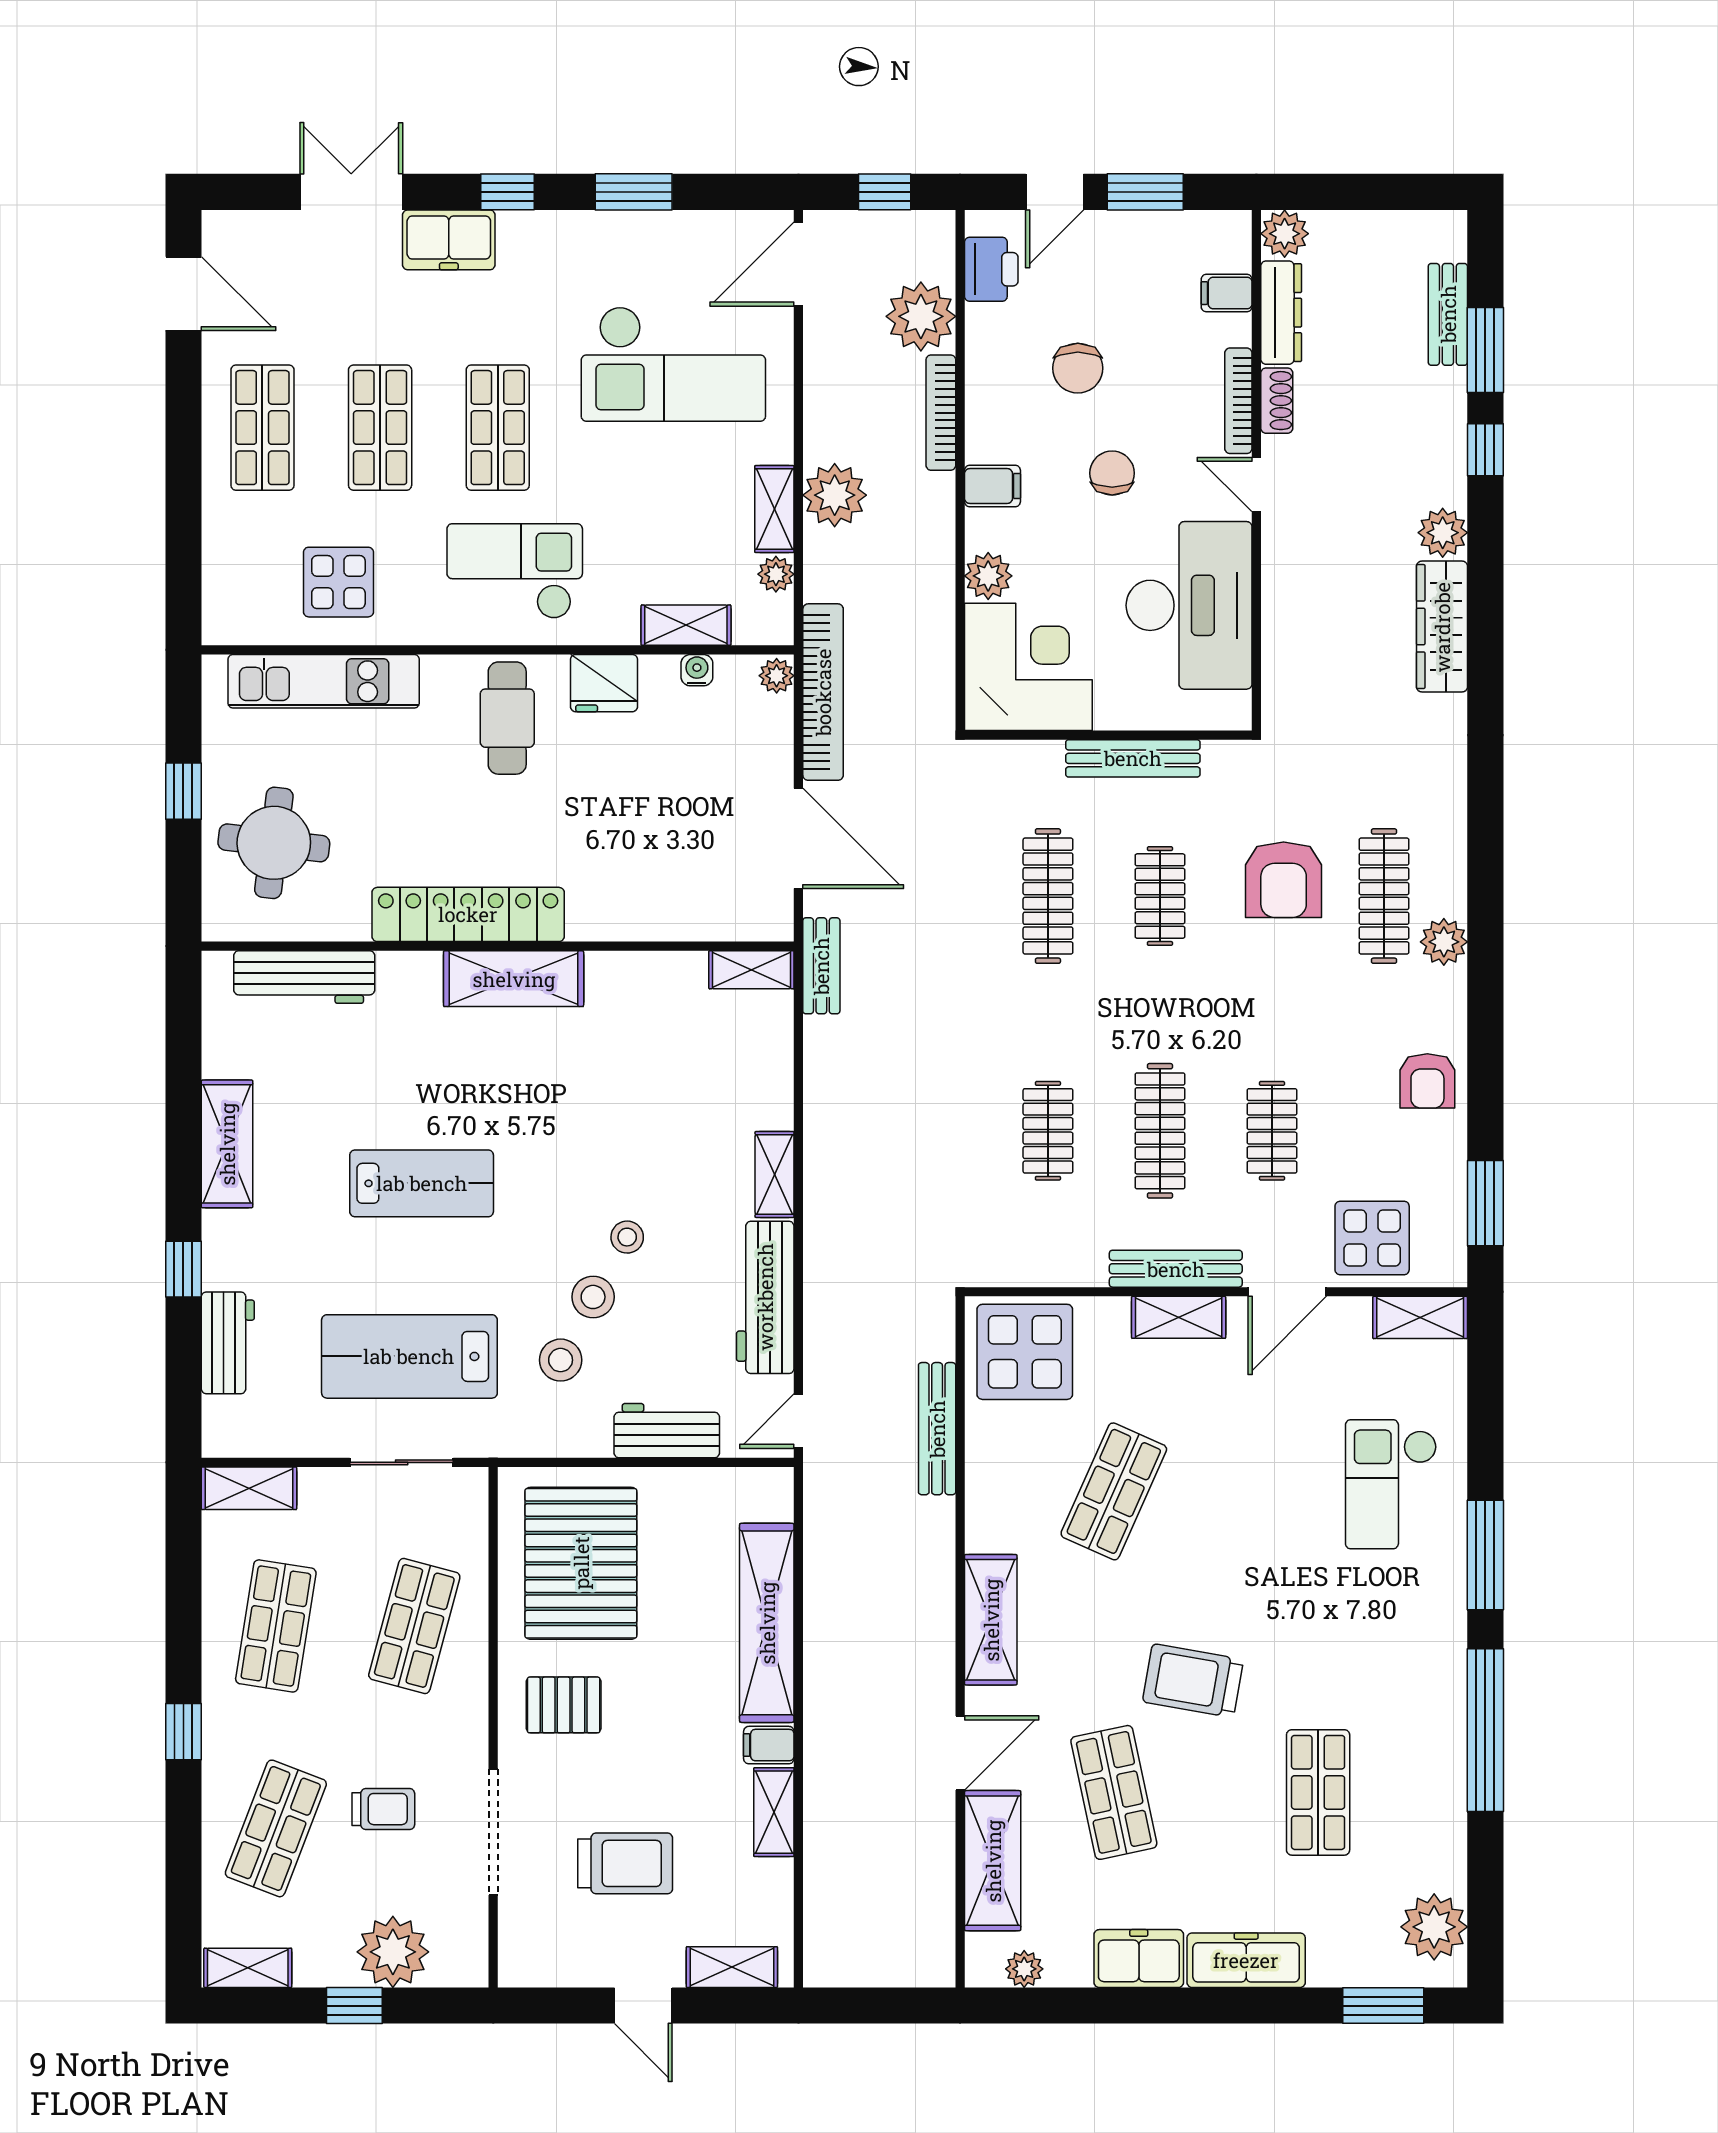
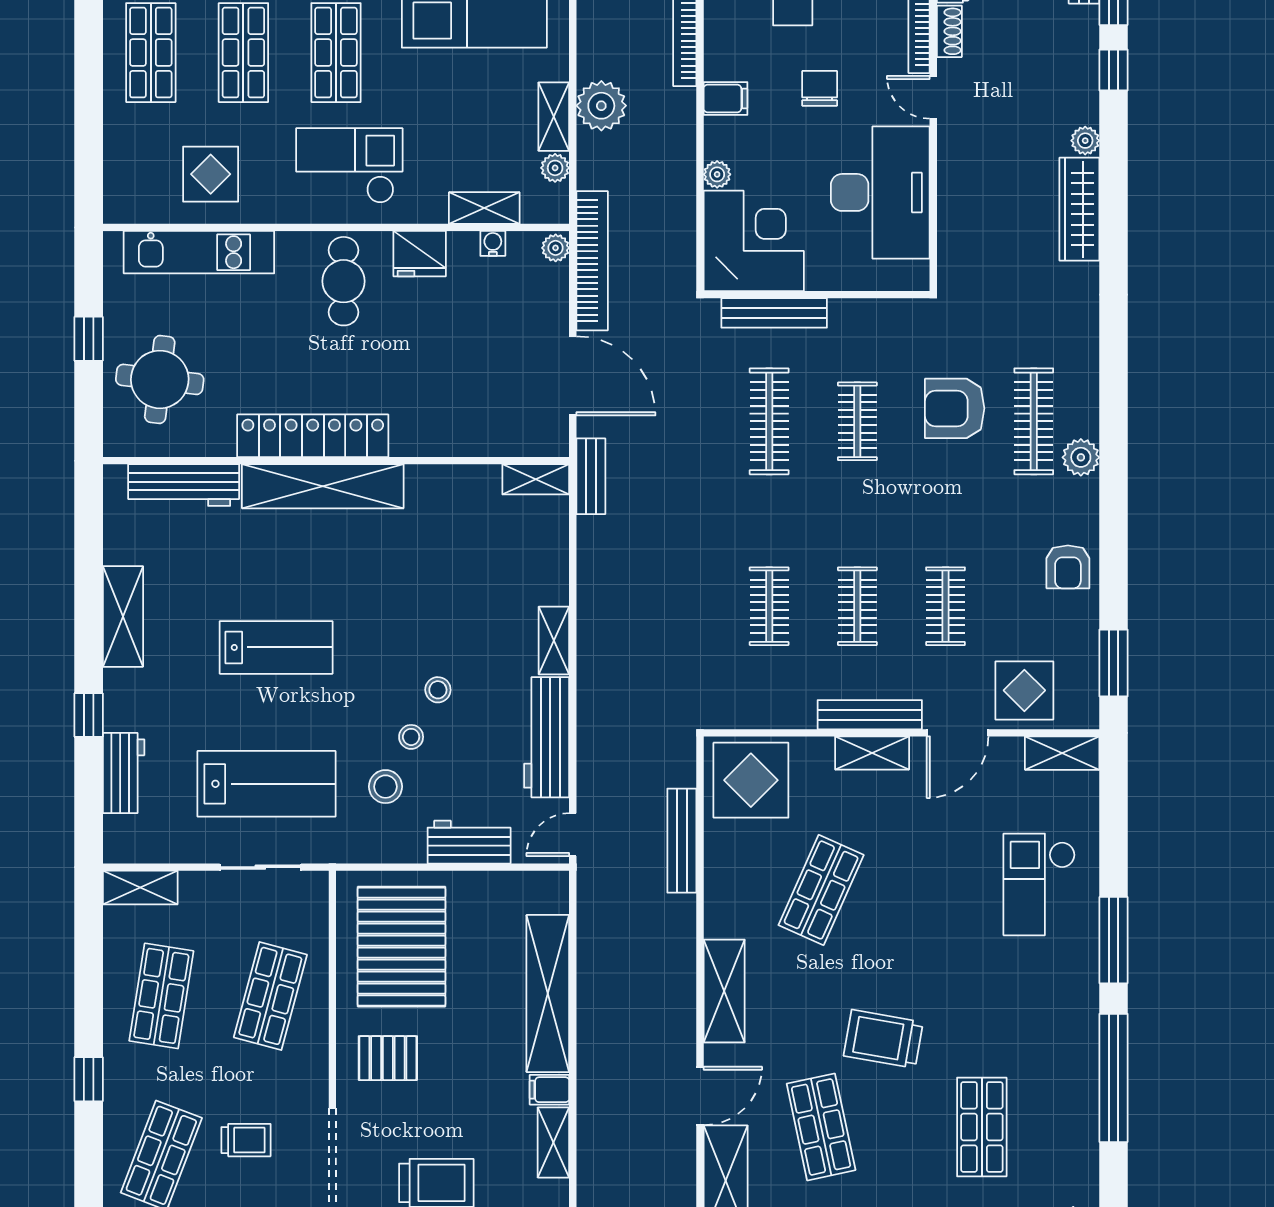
plant: (1443, 533) -> (1085, 141), width x0.73, depth x0.73
plant: (988, 576) -> (717, 174), width x0.73, depth x0.73
bench: (1133, 758) -> (774, 313), moved
armchair: (1284, 880) -> (955, 408), turned 90
shelving: (514, 979) -> (323, 486), width x1.47
clothes rail: (1160, 1131) -> (857, 606), width x0.73
stool: (593, 1297) -> (411, 737), width x0.73, depth x0.73
lab bench: (409, 1356) -> (267, 784), turned 180

